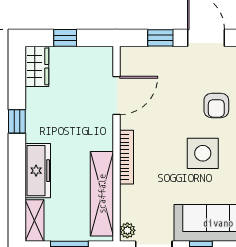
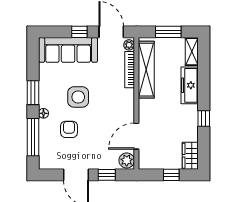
plant: (131, 59) -> (127, 160), added
bookcase: (127, 157) -> (130, 70), moved

